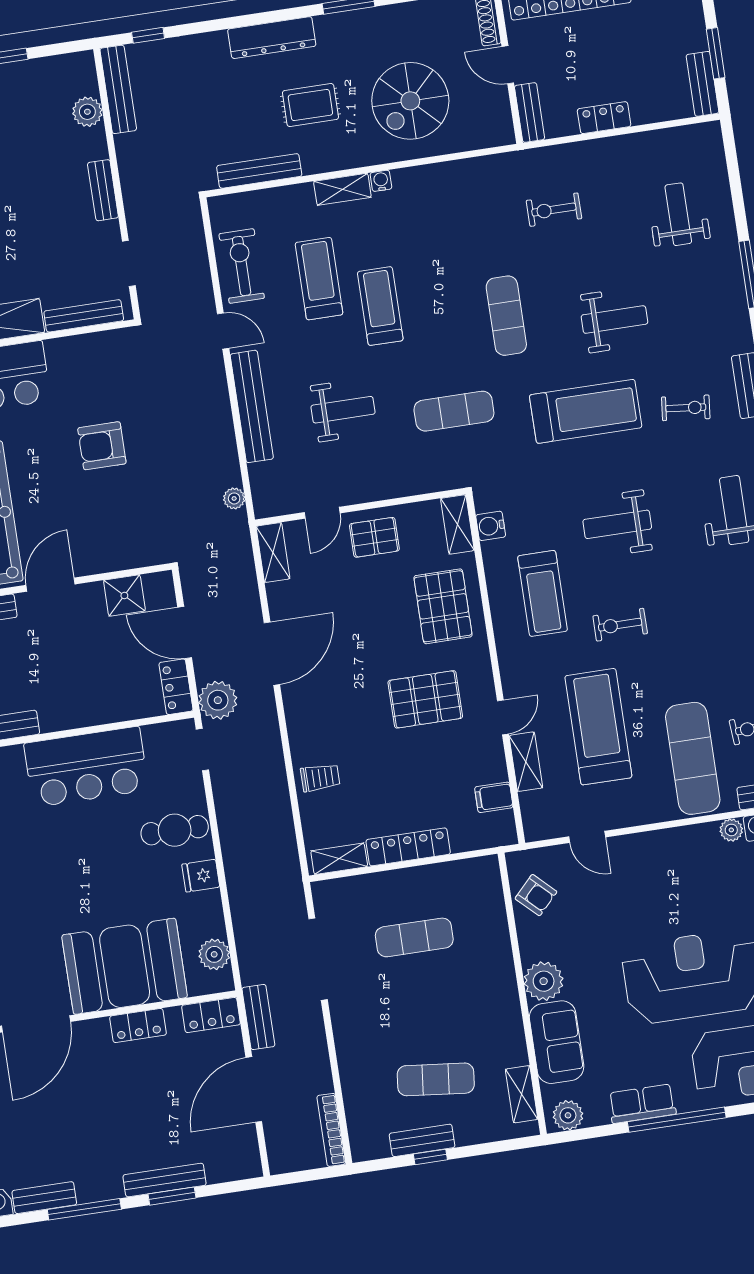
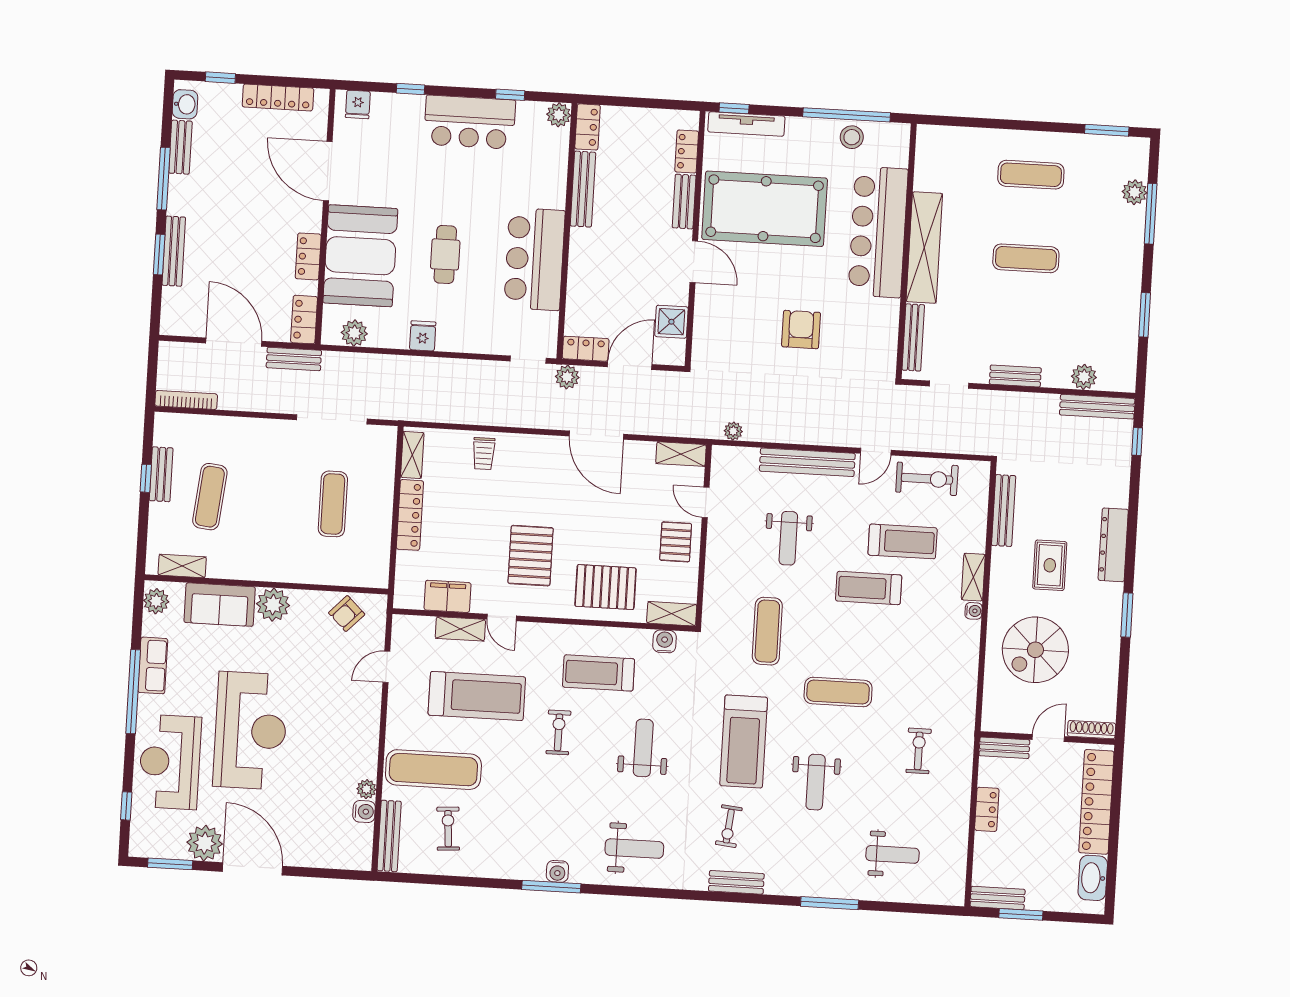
spiral stairs: (410, 101) -> (1035, 650), turned -90
treadmill: (380, 306) -> (869, 588), turned 180
plant: (218, 700) -> (567, 377), width x0.73, depth x0.73
filing cabinet: (494, 797) -> (448, 596), width x2.00
cafe table: (175, 830) -> (445, 254), moved

